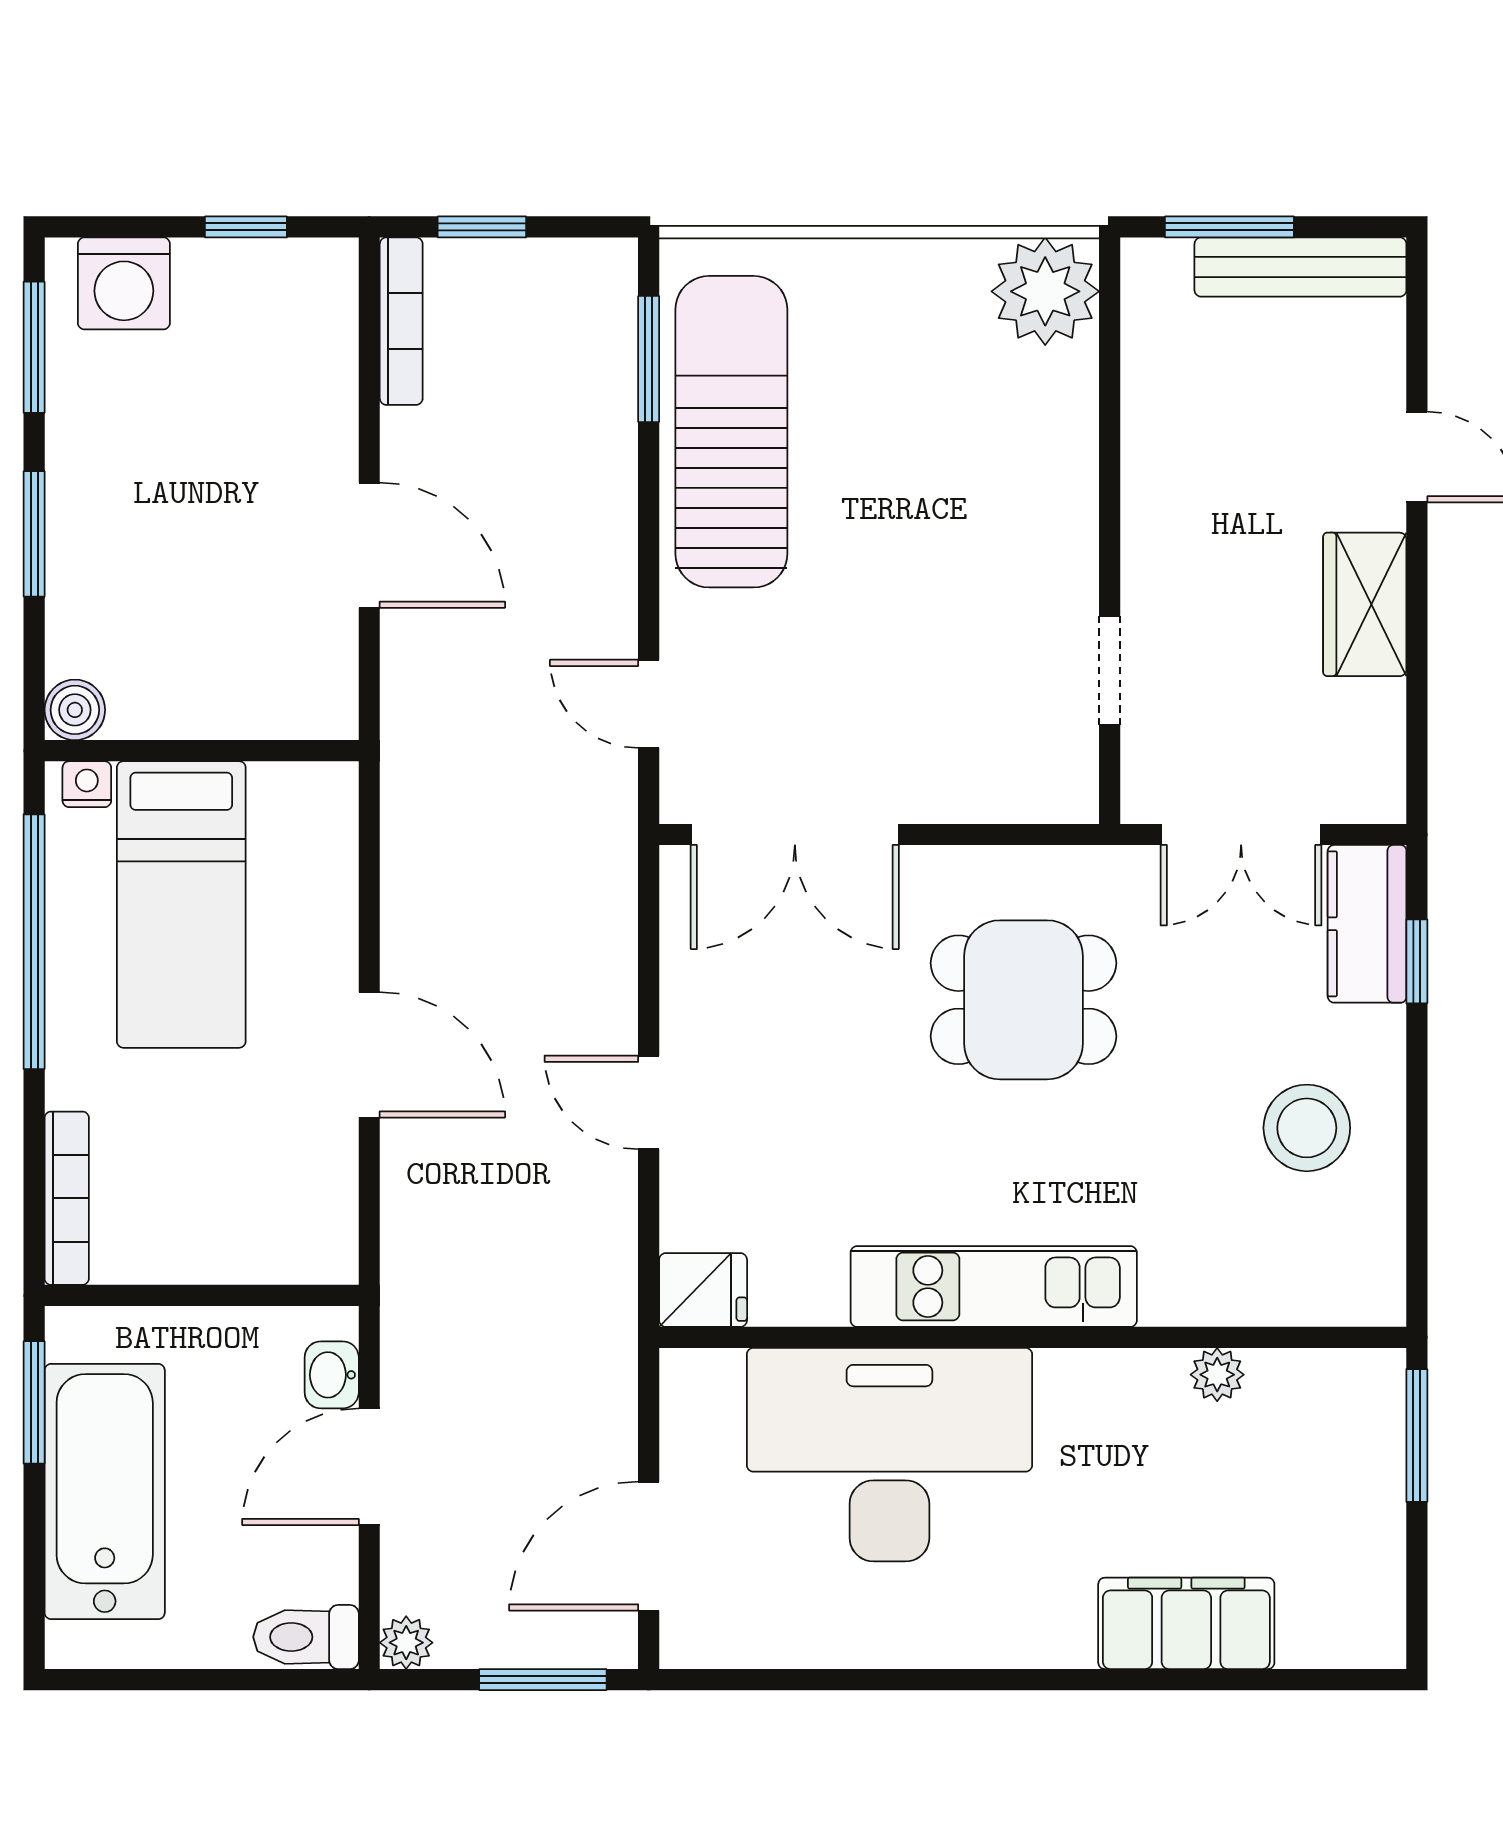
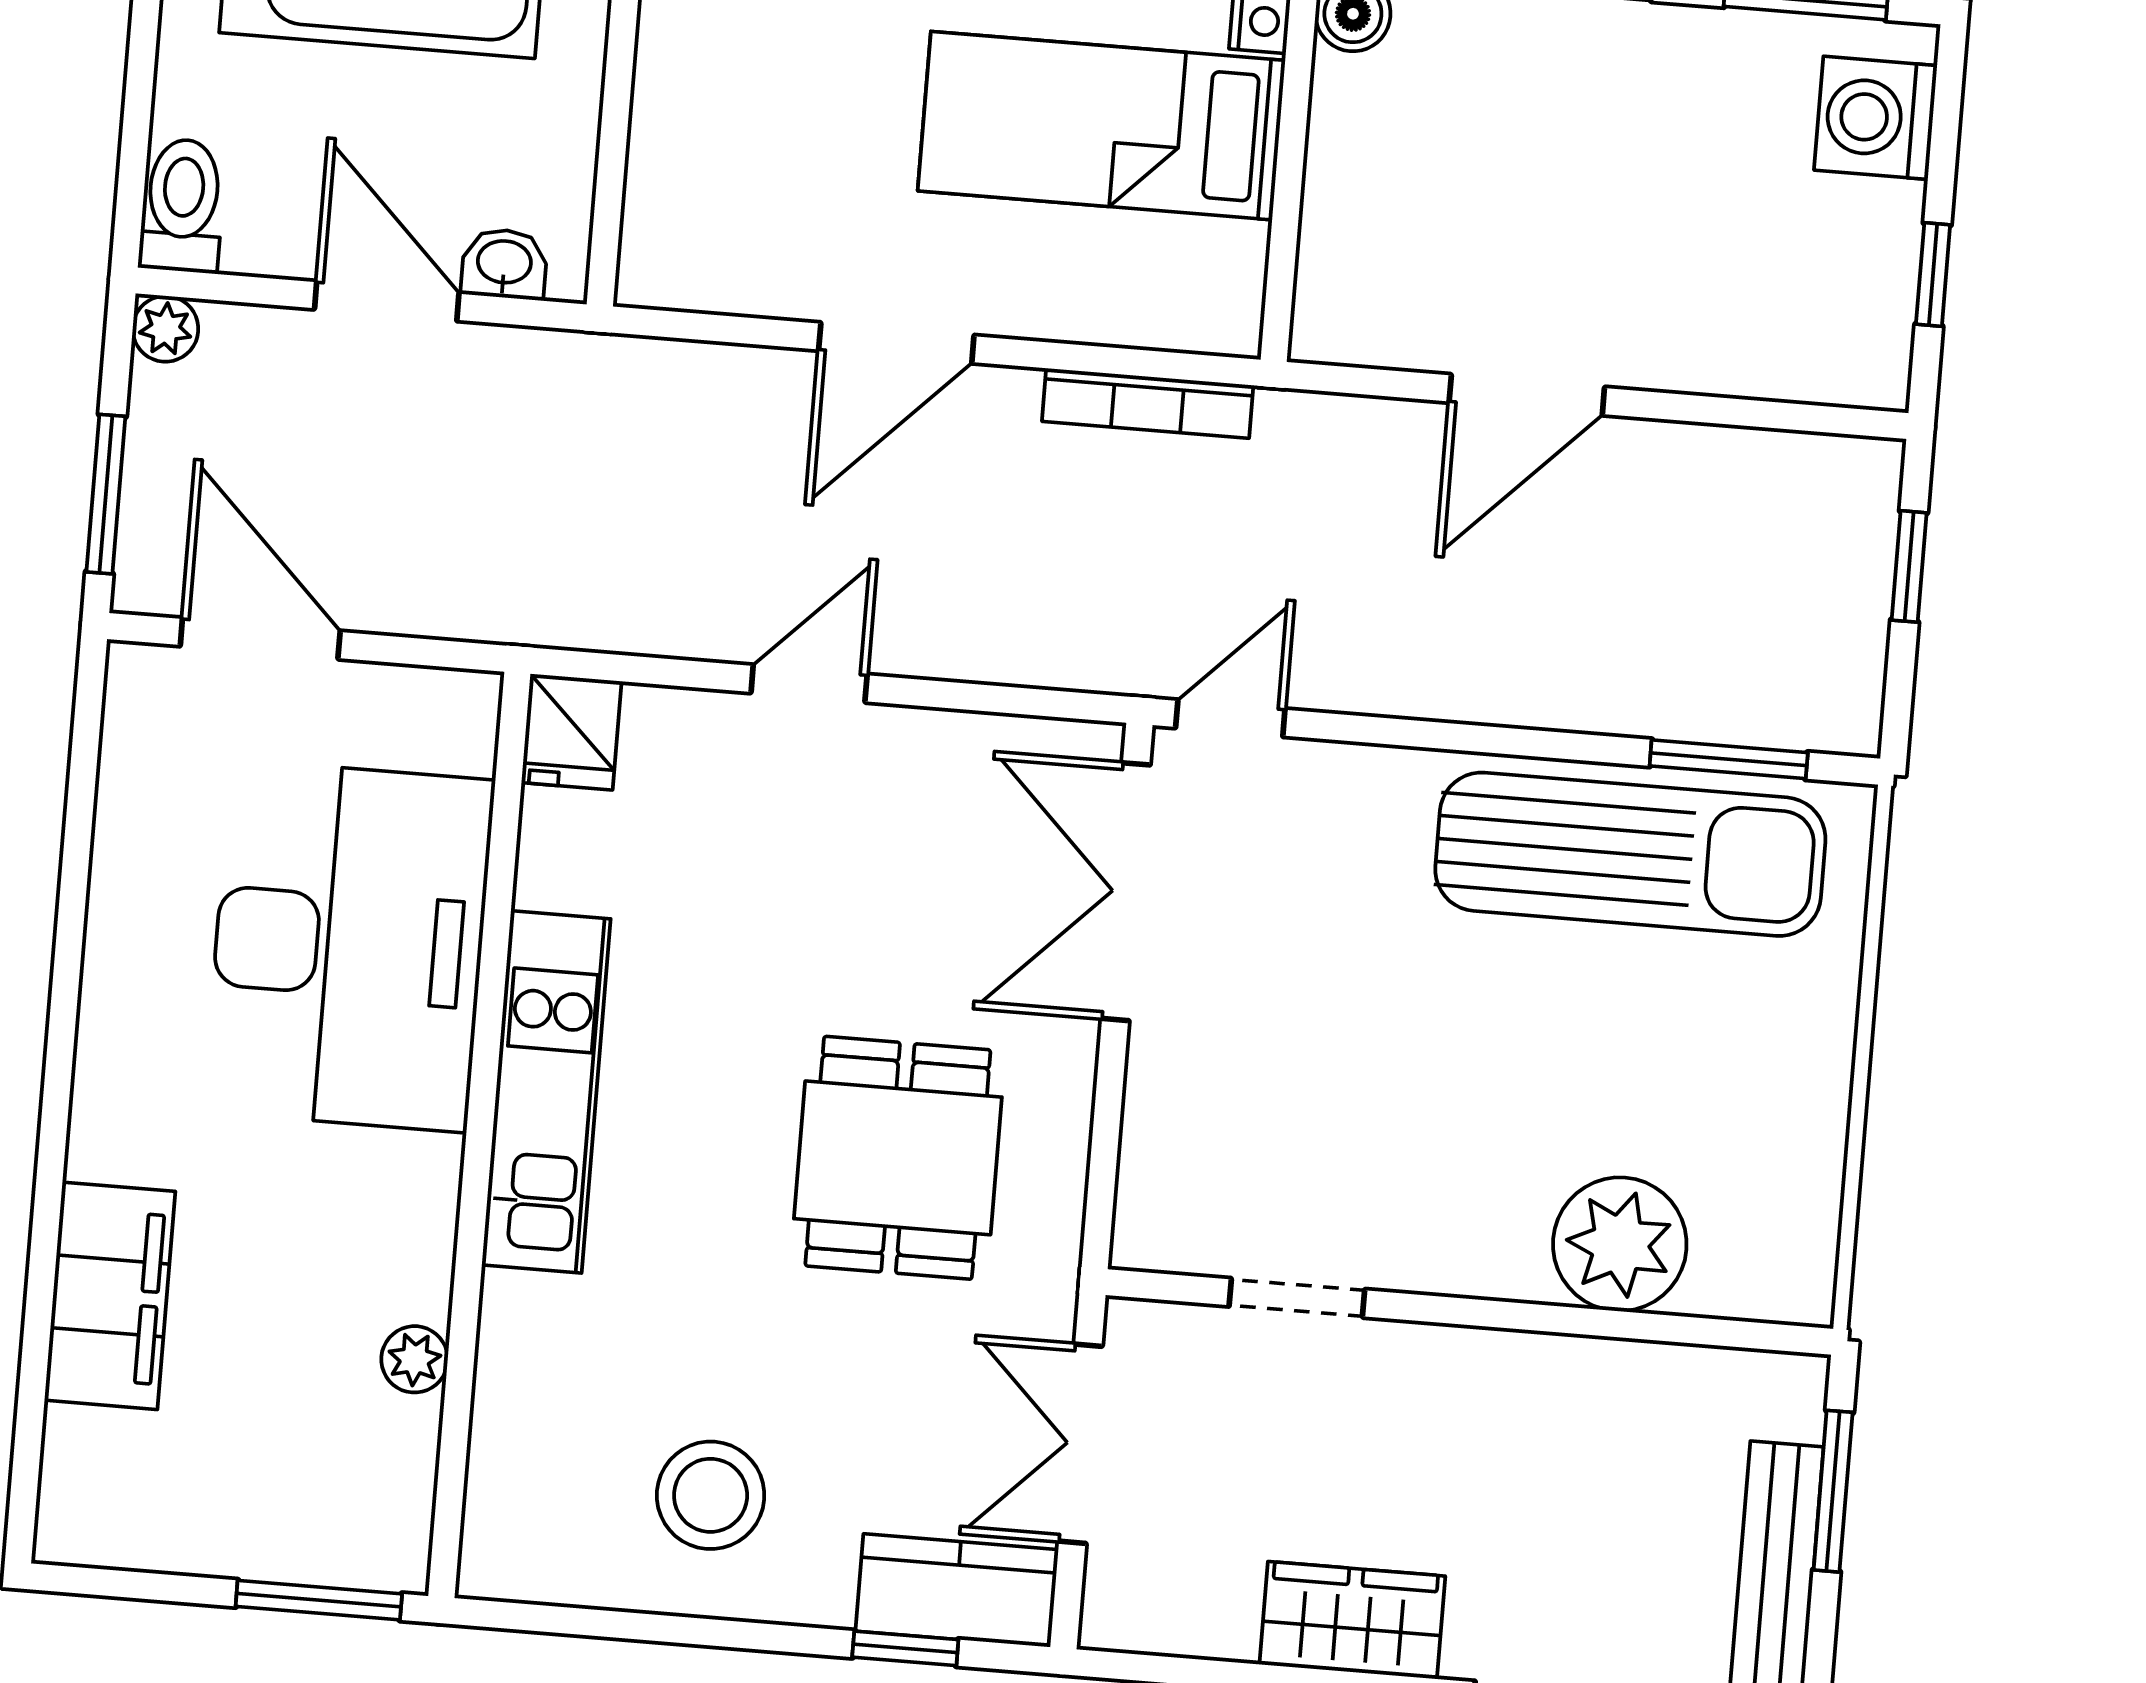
plant: (1045, 291) -> (1620, 1244), moved
bookcase: (401, 321) -> (1148, 403), moved
door: (649, 704) -> (1230, 718), moved

